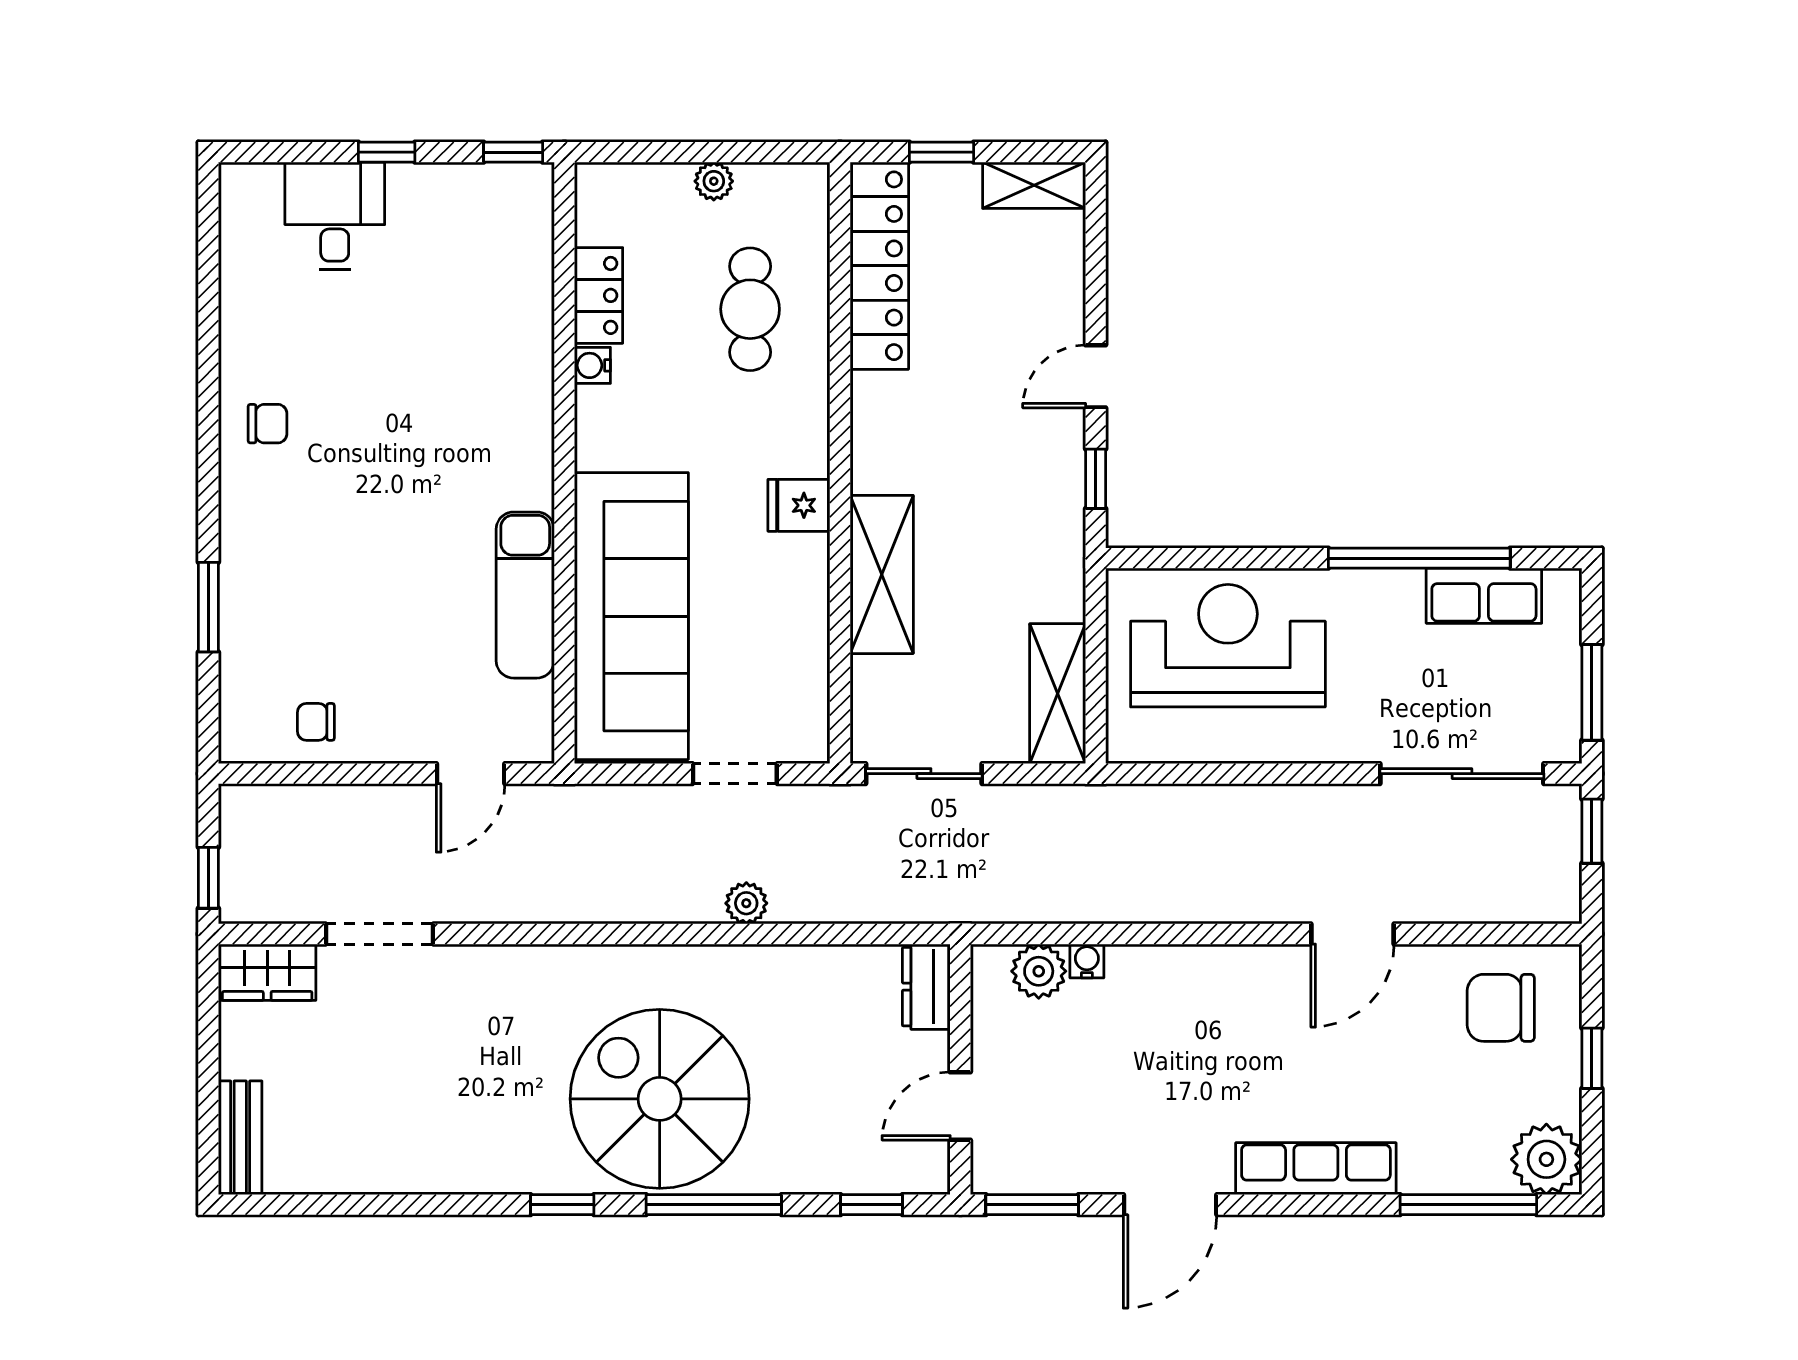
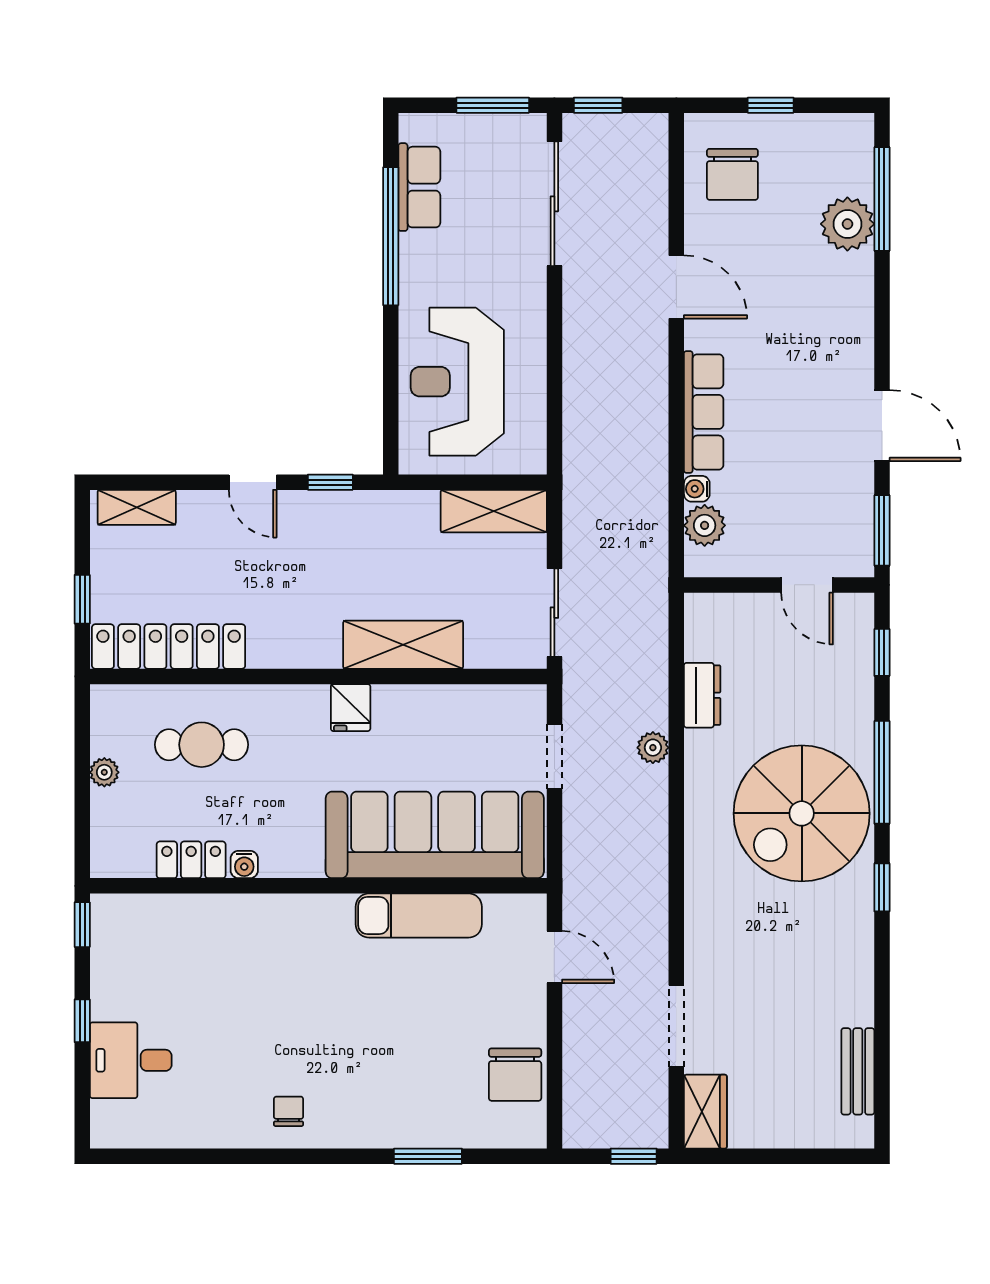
shelving: (1034, 185) -> (137, 507), moved, turned 90
chair: (316, 722) -> (515, 1075), width x1.87, depth x1.87
dresser: (926, 987) -> (702, 695), moved, turned -90
bench: (240, 1138) -> (858, 1071), moved, turned 90
plant: (1546, 1159) -> (847, 224), moved
row of seats: (1316, 1169) -> (704, 412), moved, turned 180

